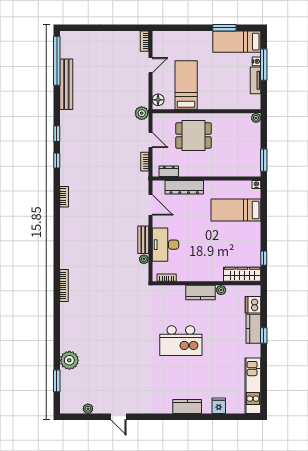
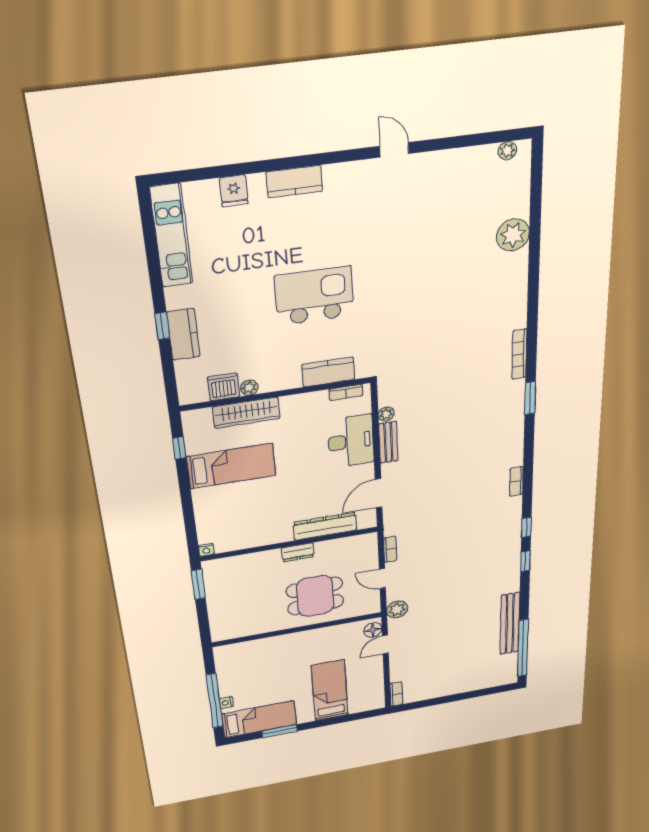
door: (150, 65) -> (385, 645), moved
window: (264, 65) -> (215, 701), width x1.46
tv unit: (256, 80) -> (225, 680), removed
bed: (186, 85) -> (330, 690), moved, turned 180
plant: (256, 118) -> (218, 635), removed
dresser: (169, 171) -> (298, 552), moved
door: (150, 205) -> (379, 493), hinge flipped
bed: (236, 210) -> (231, 466), moved
wardrobe: (242, 274) -> (246, 413), moved
kitchen counter: (201, 293) -> (328, 372), moved
dishwasher: (253, 305) -> (224, 387), moved, turned -90
window: (57, 381) -> (530, 398), moved
plant: (88, 409) -> (507, 151), moved
door: (118, 417) -> (394, 150), moved

